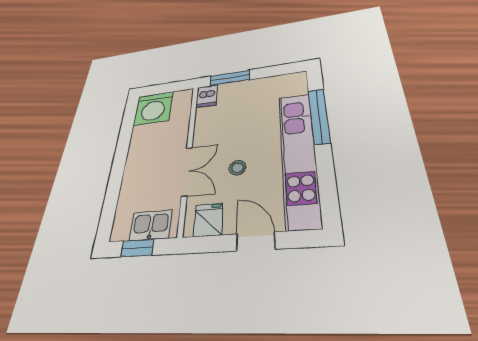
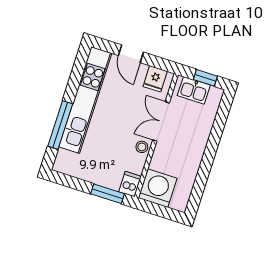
washing machine: (153, 108) -> (158, 188), moved
stool: (237, 168) -> (142, 147), moved

